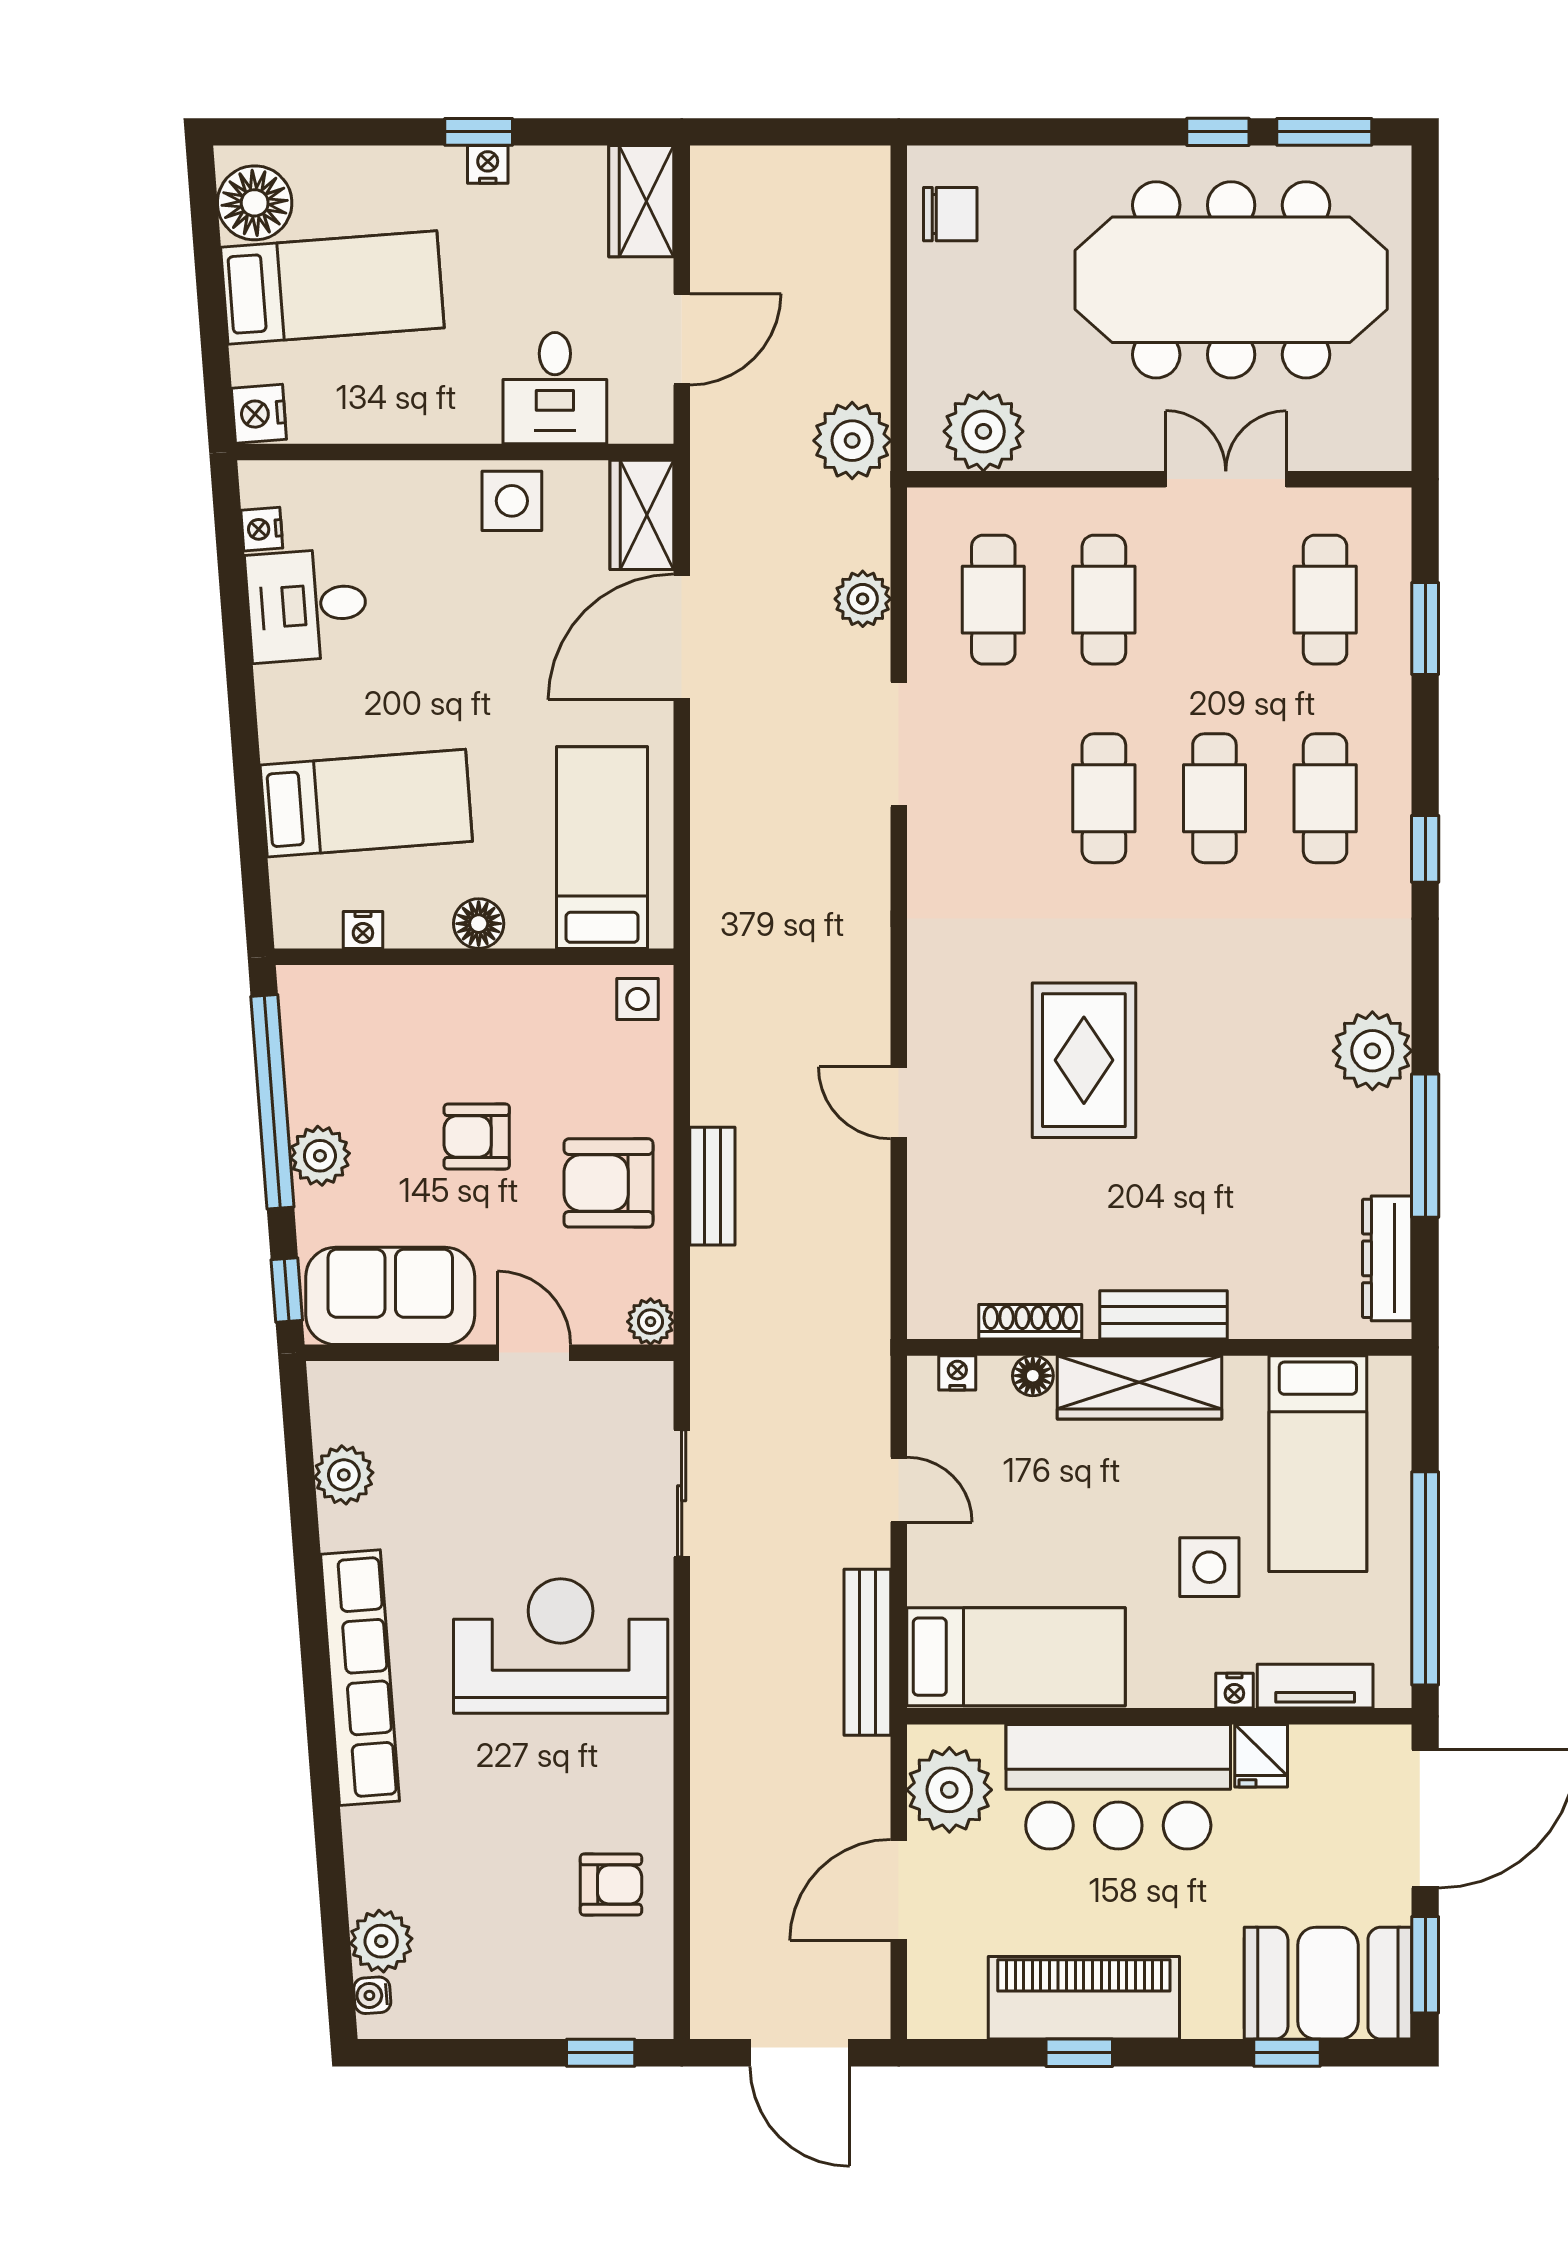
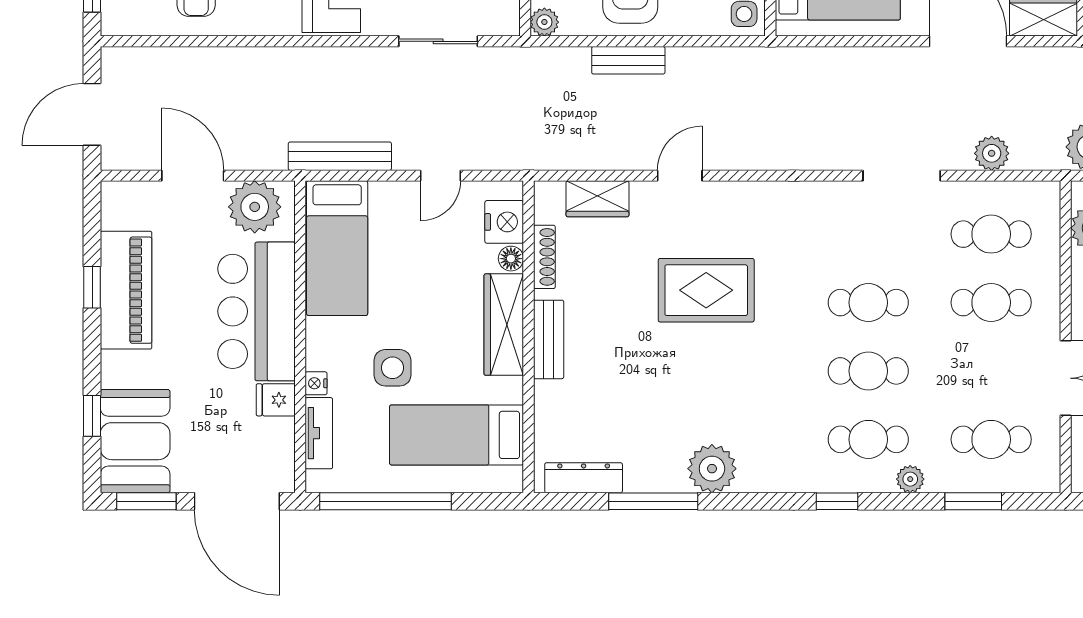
plant: (1389, 730) -> (910, 479), added
wardrobe: (936, 1236) -> (597, 199), added
nightstand: (957, 1373) -> (504, 222), width x1.89, depth x1.79

